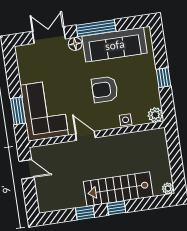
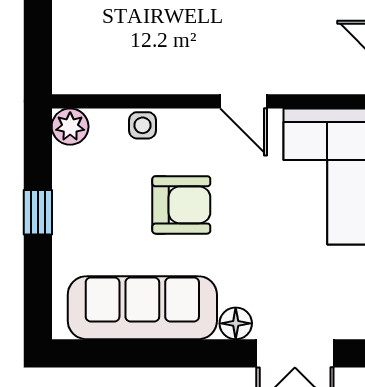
window: (96, 28) -> (181, 353), removed

